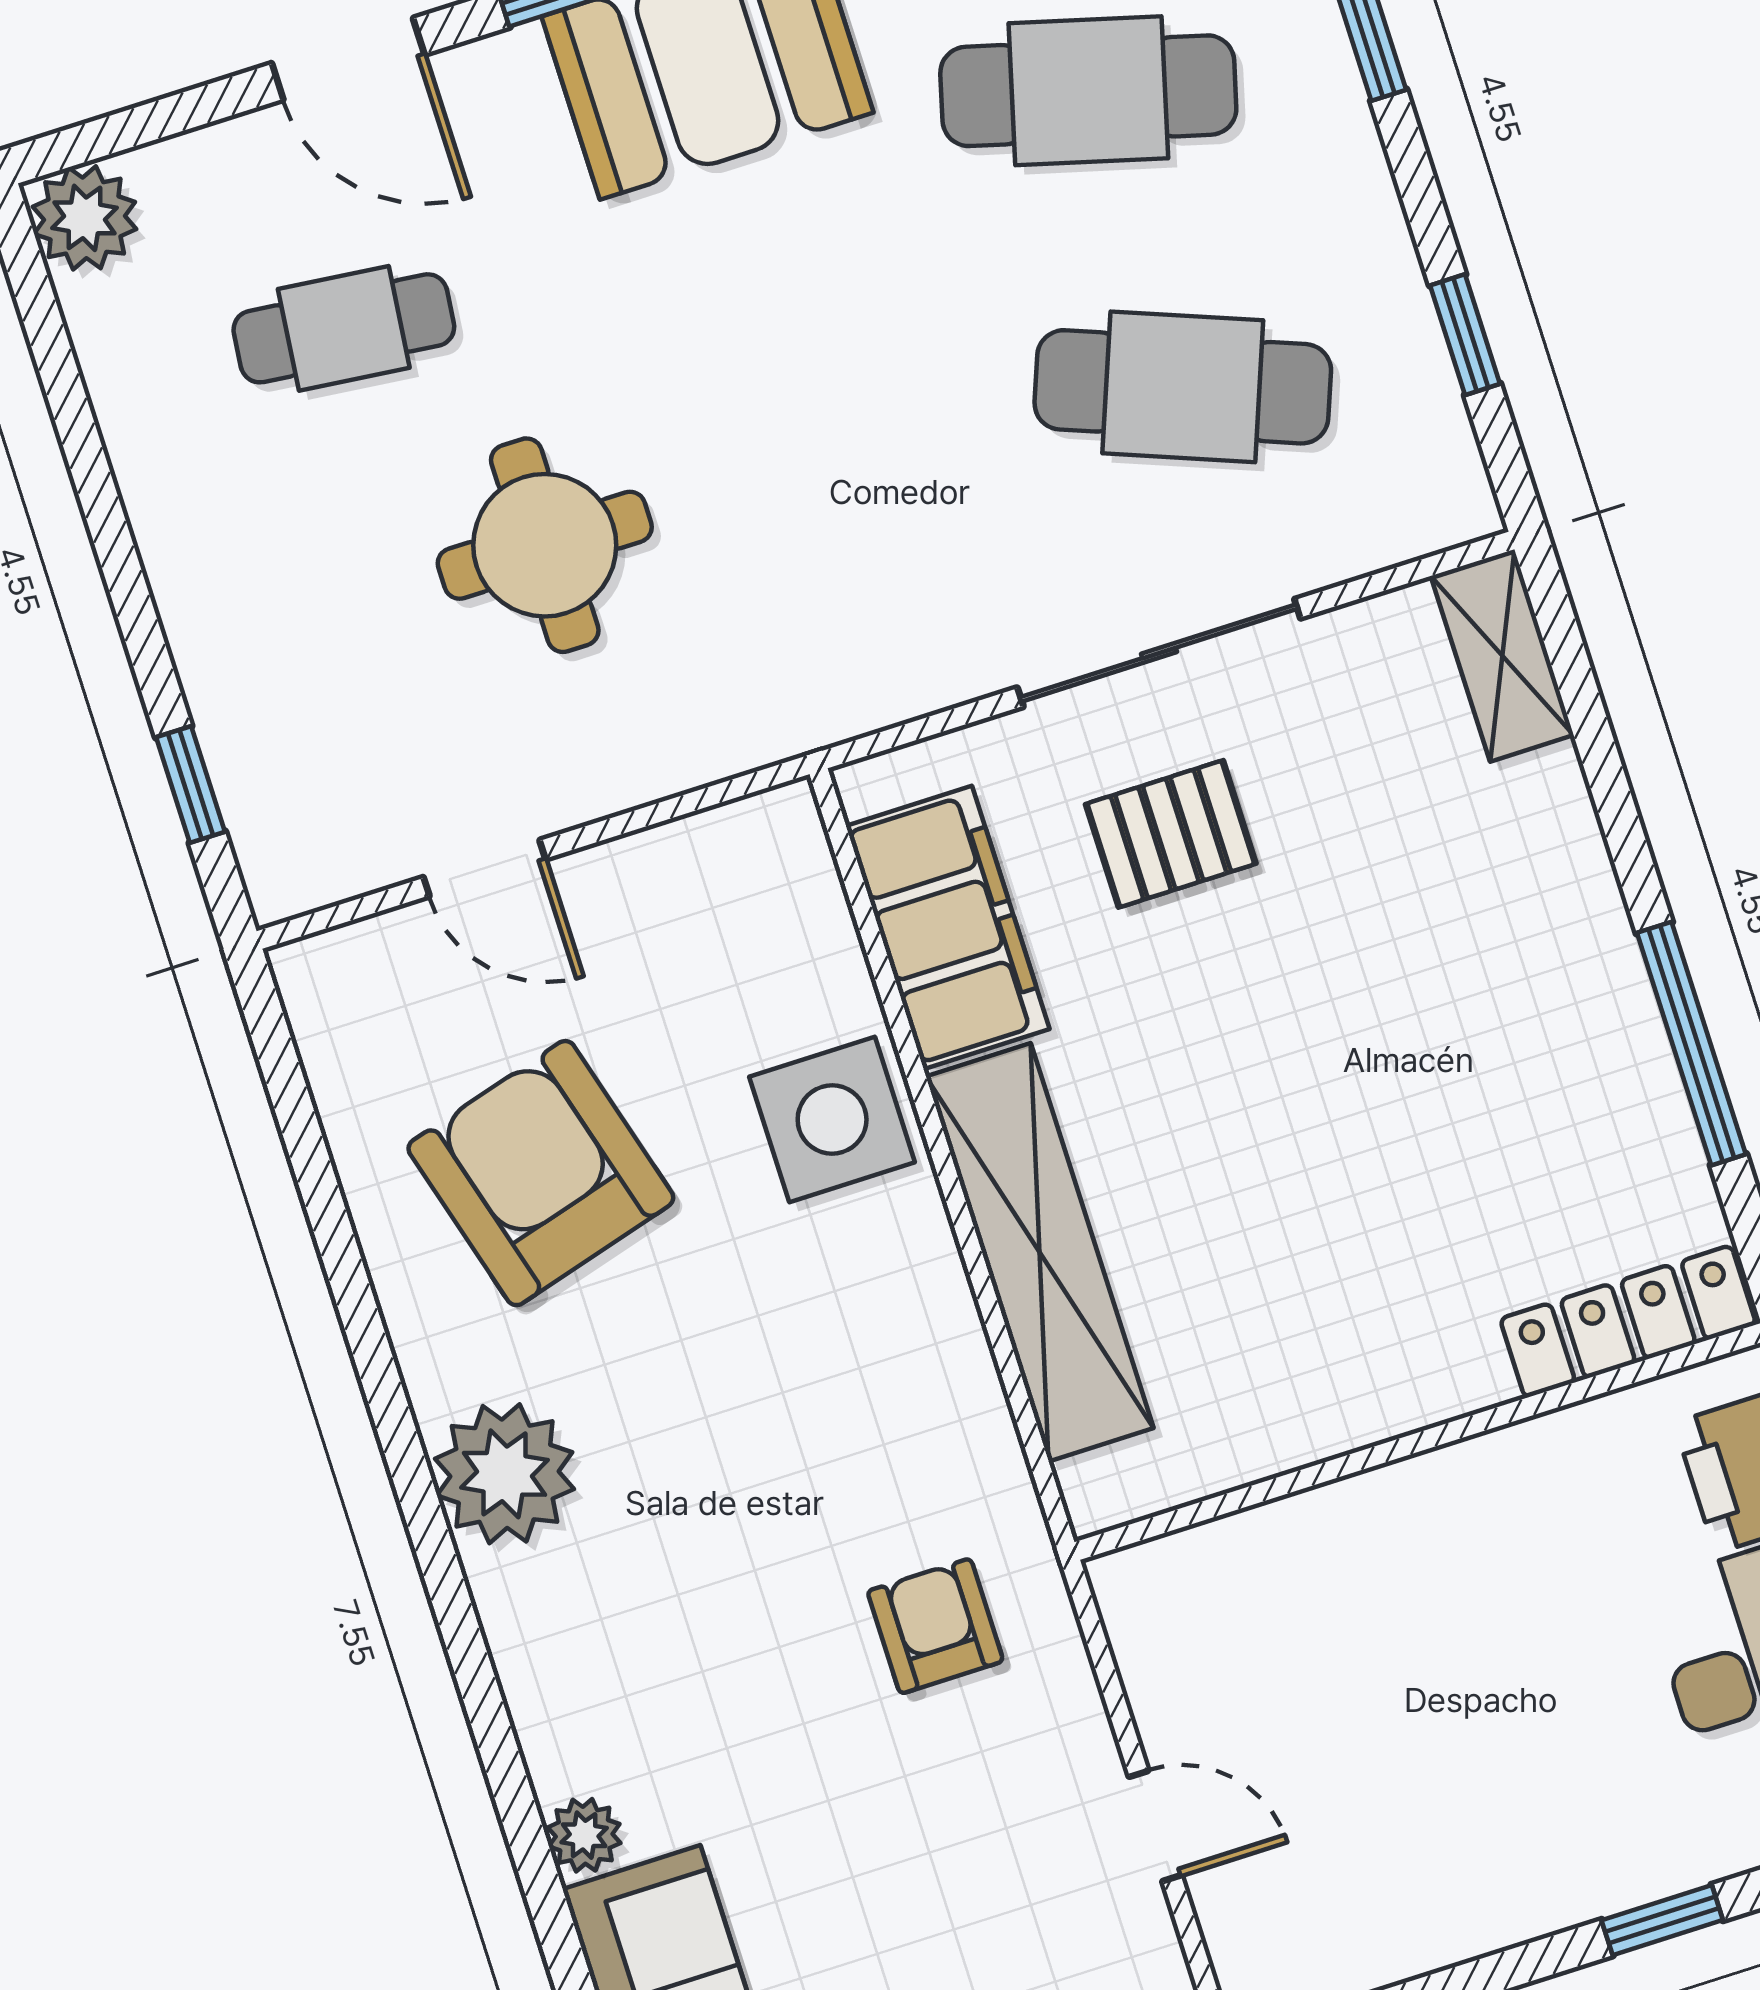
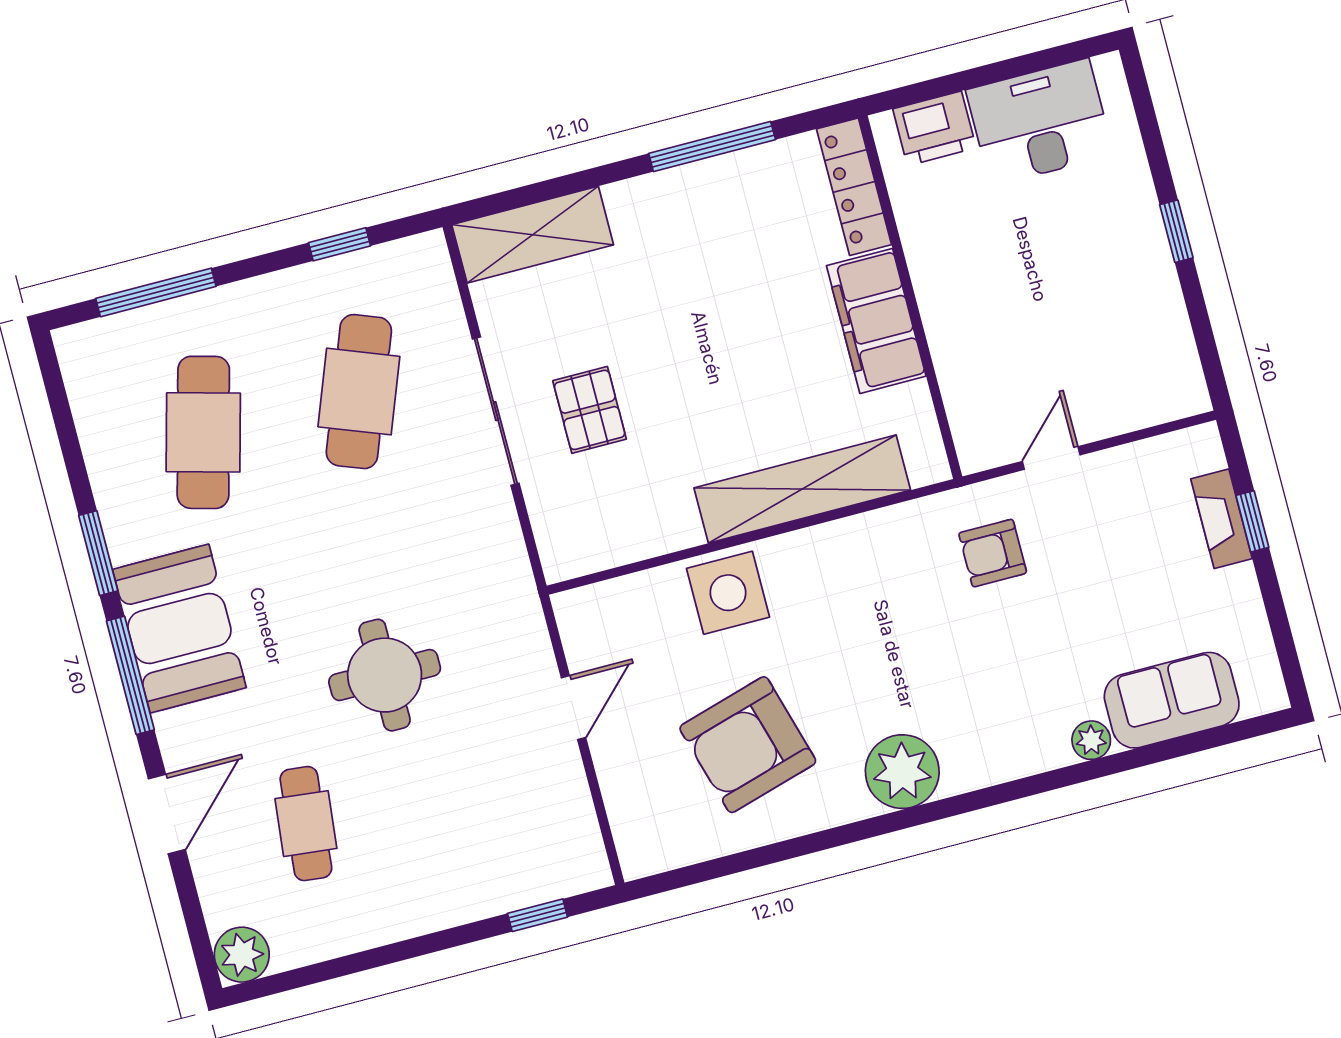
round table: (545, 545) -> (385, 675), moved
shelving: (1502, 655) -> (533, 235), width x1.50, depth x1.33
door: (484, 868) -> (574, 708), moved
filing cabinet: (948, 928) -> (876, 321), moved, turned -90
door: (1155, 1826) -> (1051, 458), moved
window: (1662, 1920) -> (1176, 231), moved

